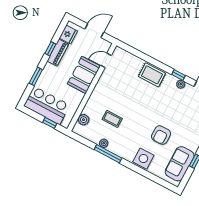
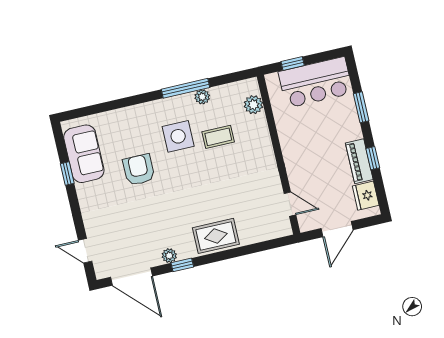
door: (106, 60) -> (290, 204), hinge flipped
booth: (84, 75) -> (302, 162), removed
side table: (143, 159) -> (178, 136), moved

